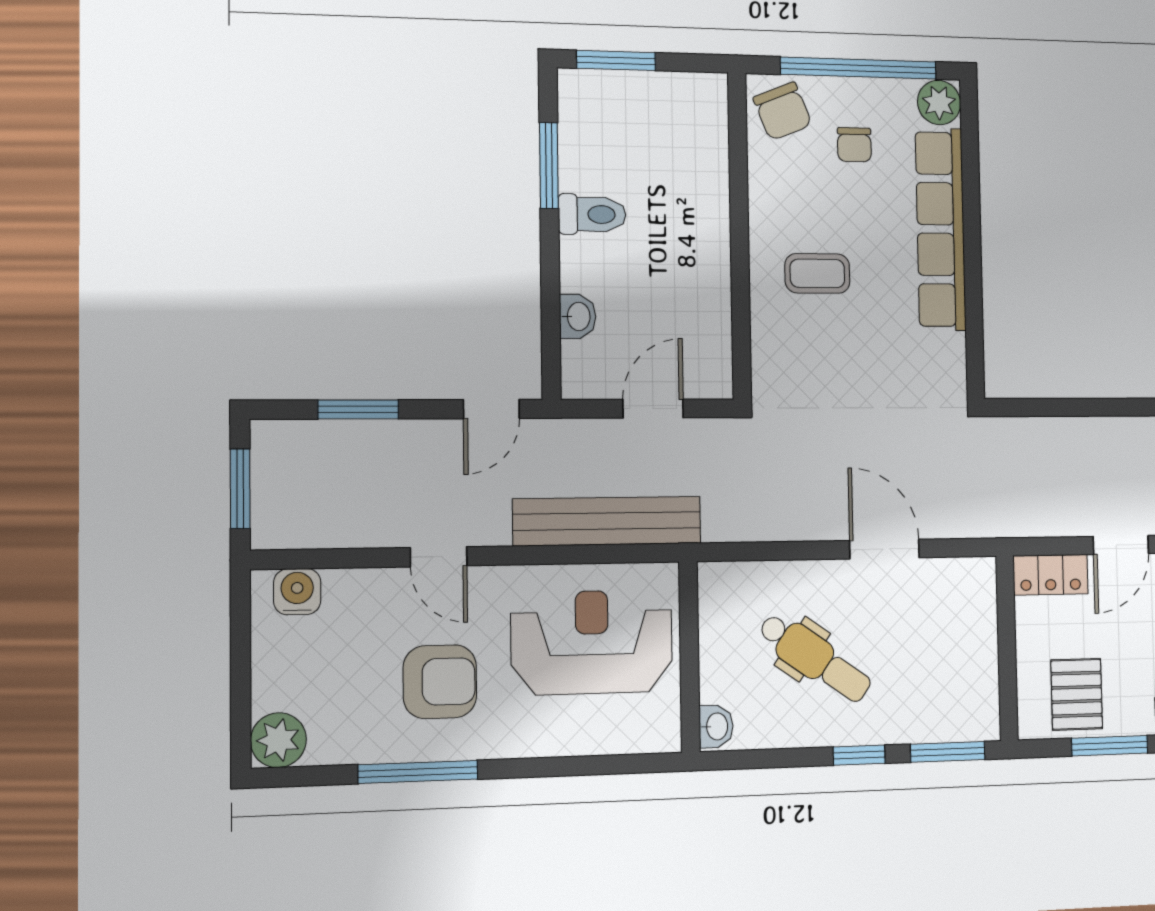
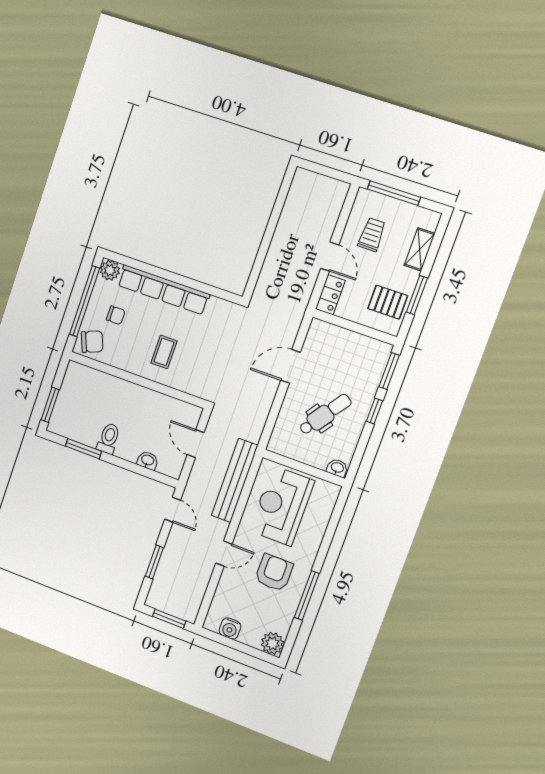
water cooler: (297, 592) -> (230, 629), moved, turned -90

